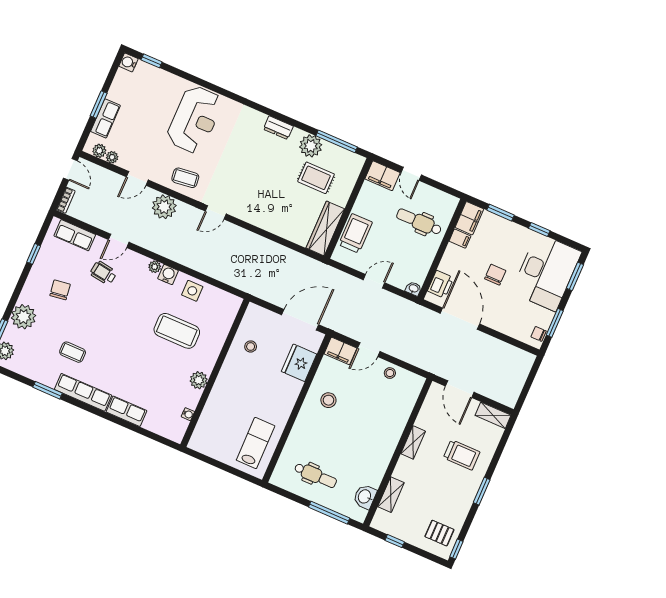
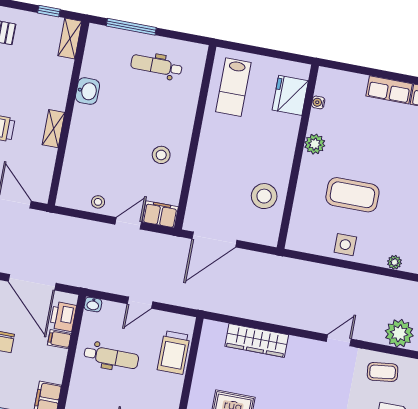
dental chair: (419, 222) -> (111, 357), moved
wardrobe: (325, 228) -> (257, 340), moved, turned 90
filing cabinet: (460, 239) -> (59, 339), moved
water cooler: (168, 275) -> (377, 257), removed
stool: (251, 346) -> (264, 196), width x1.89, depth x1.89
fridge: (299, 363) -> (290, 95), moved, turned 180
shelving: (391, 495) -> (70, 39), moved
washbasin: (365, 497) -> (87, 91), moved

